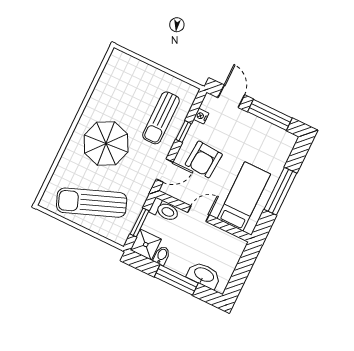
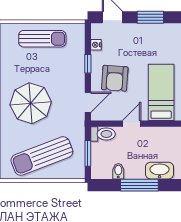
window: (270, 115) -> (150, 17), width x0.69
sun lounger: (161, 118) -> (42, 39), moved, turned -90
shower: (146, 245) -> (101, 169), removed

